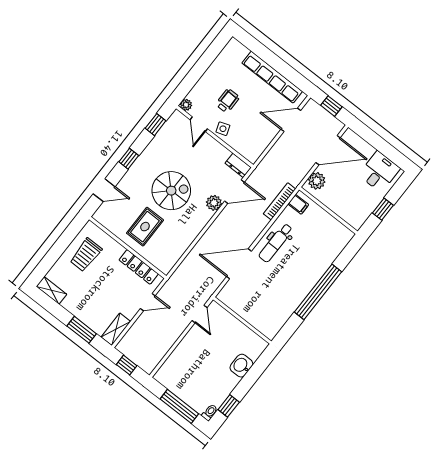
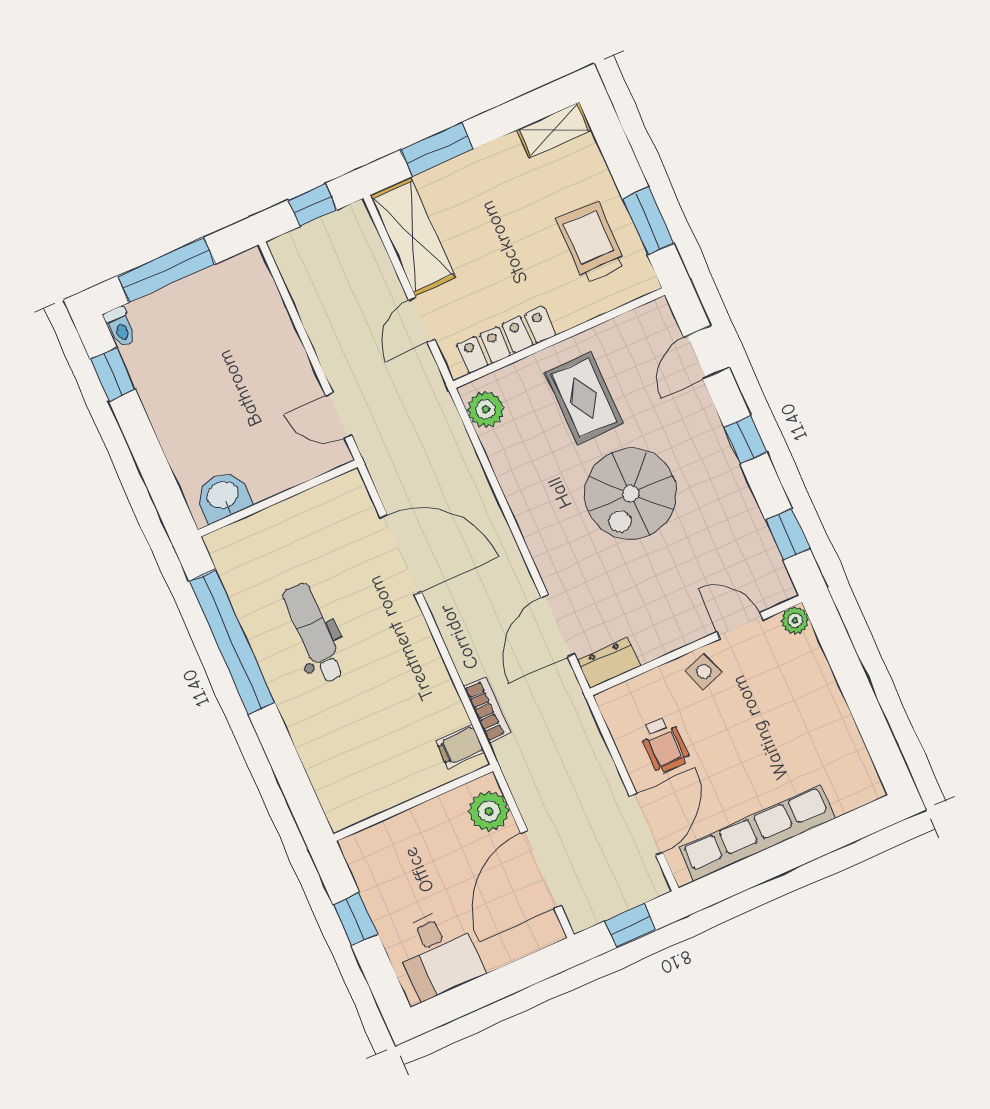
wheelchair: (228, 101) -> (664, 745), moved
bookcase: (280, 201) -> (487, 710), width x0.64
plant: (214, 203) -> (486, 409), moved
window: (67, 238) -> (648, 221), added
dental chair: (276, 243) -> (314, 633), moved
door: (239, 264) -> (401, 555), hinge flipped
window: (318, 292) -> (232, 642), moved
shelving: (116, 329) -> (413, 237), width x1.50, depth x1.33
washbasin: (241, 366) -> (223, 496), moved, turned -90

